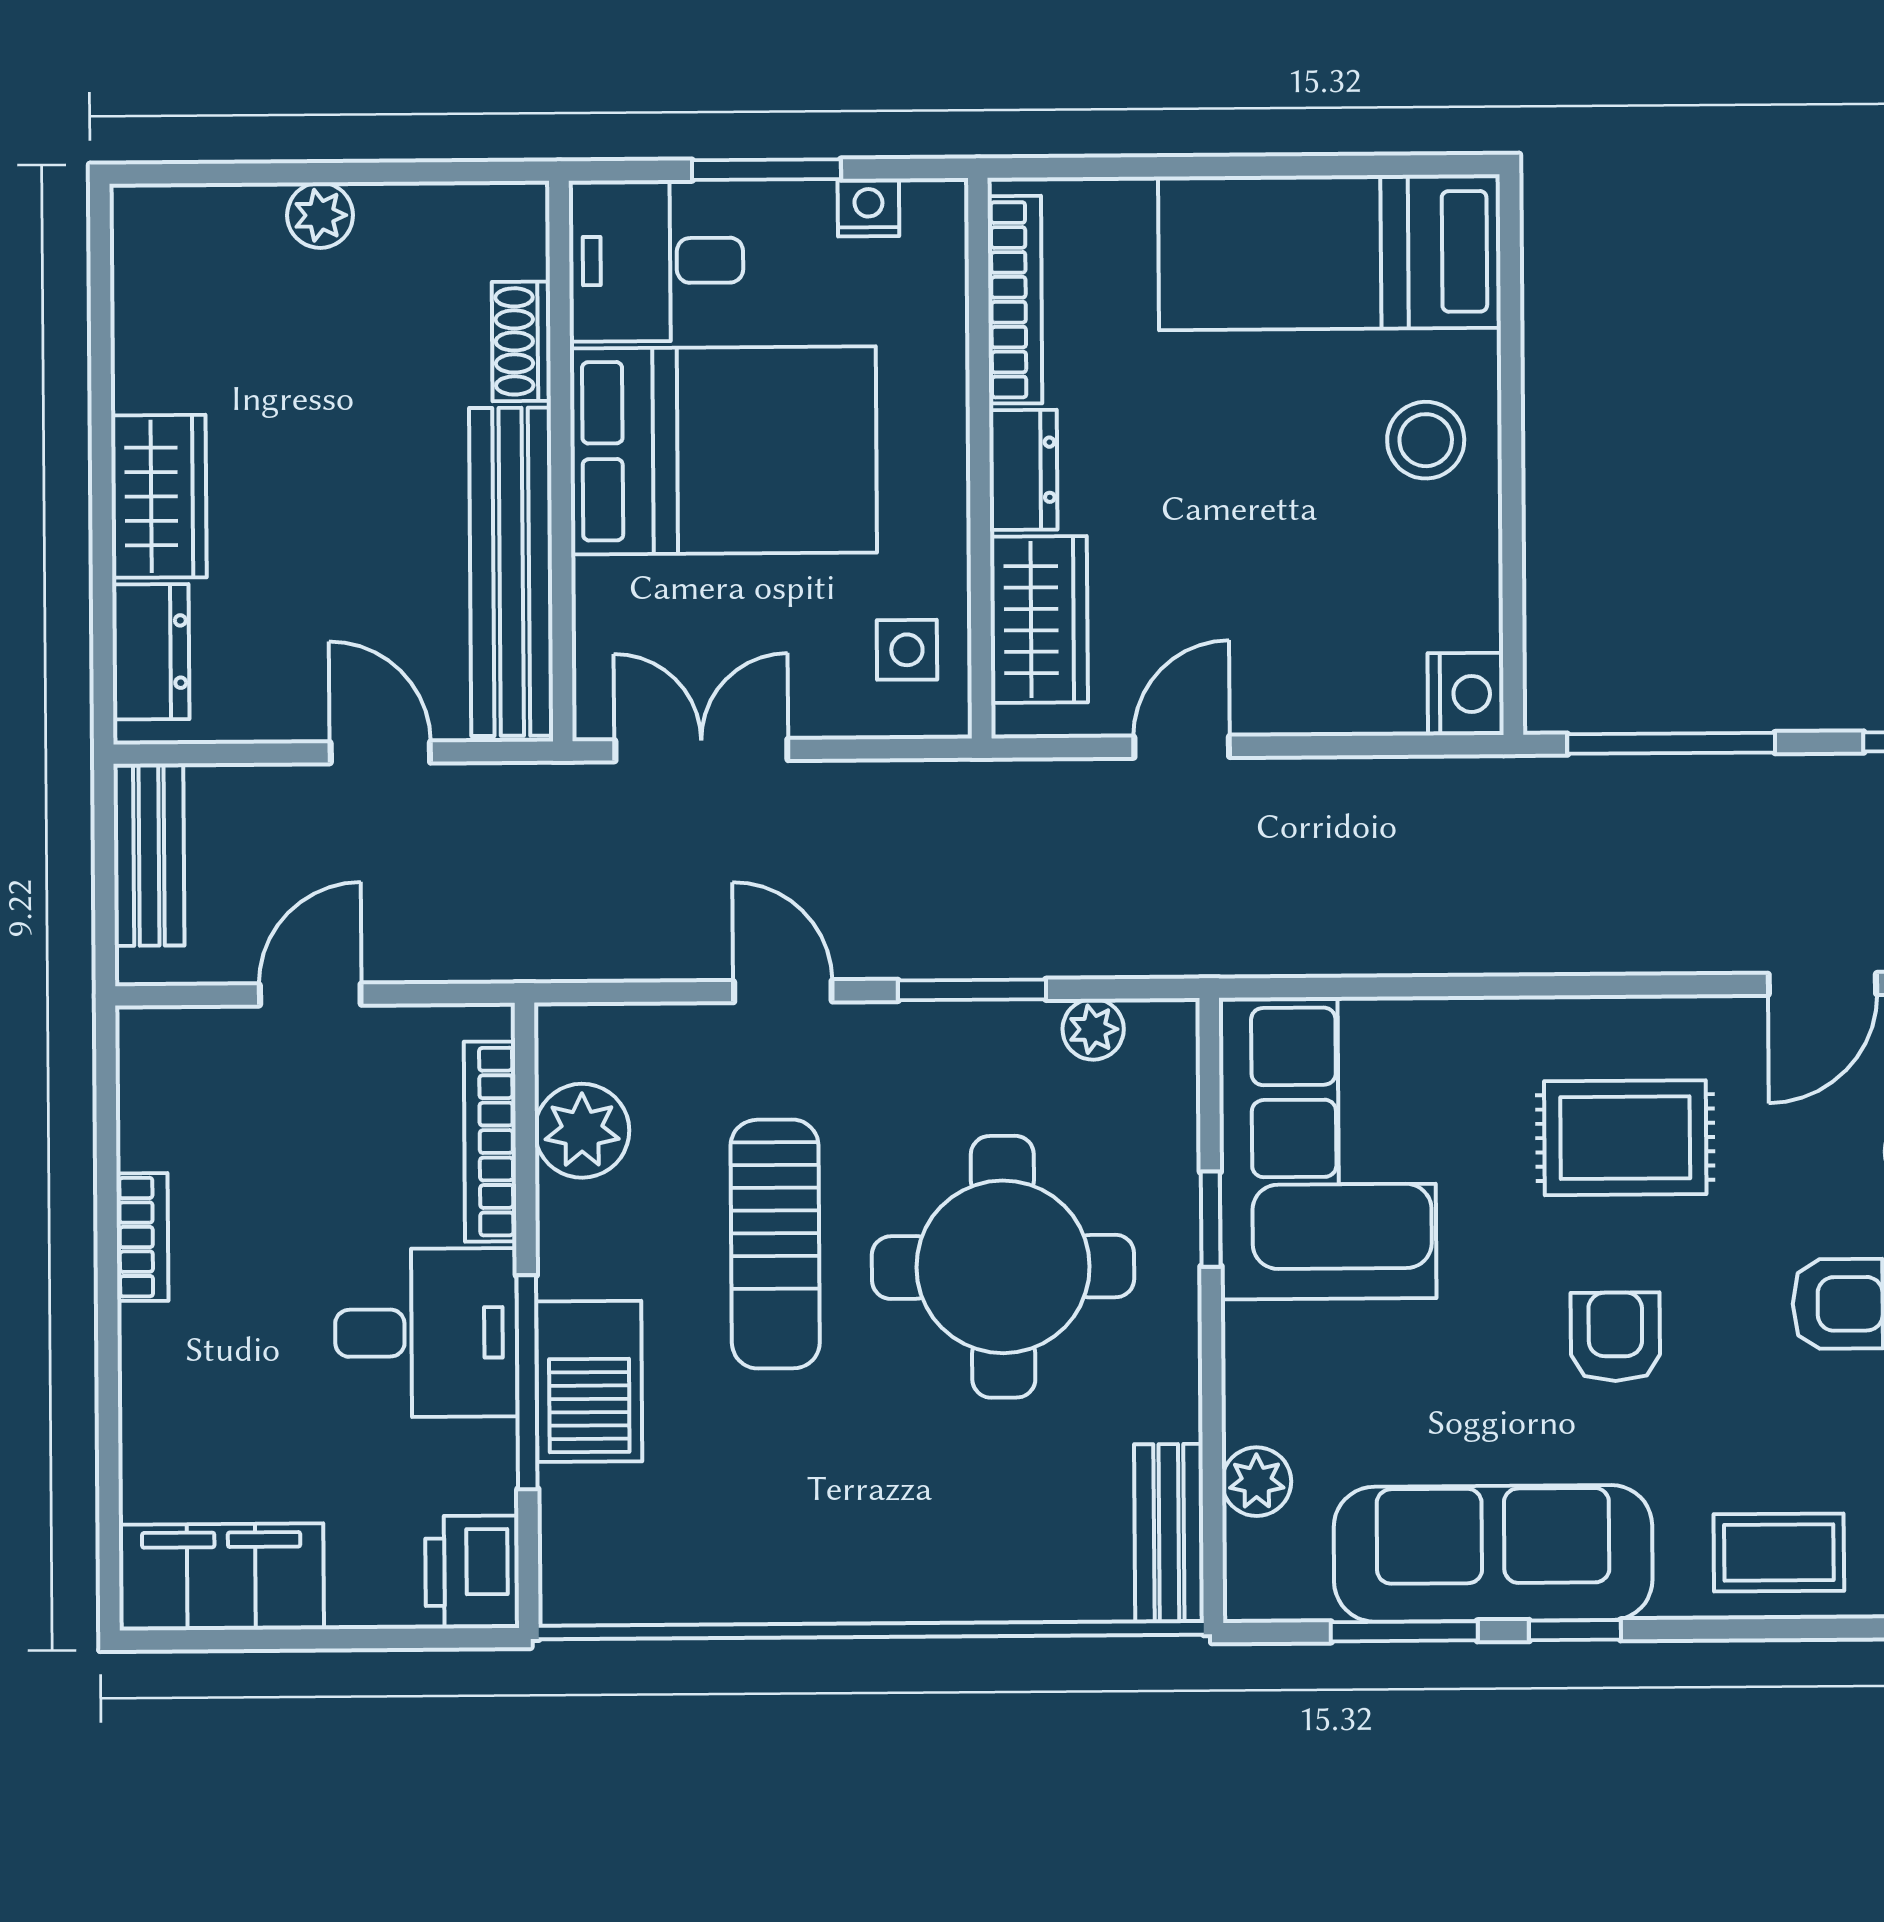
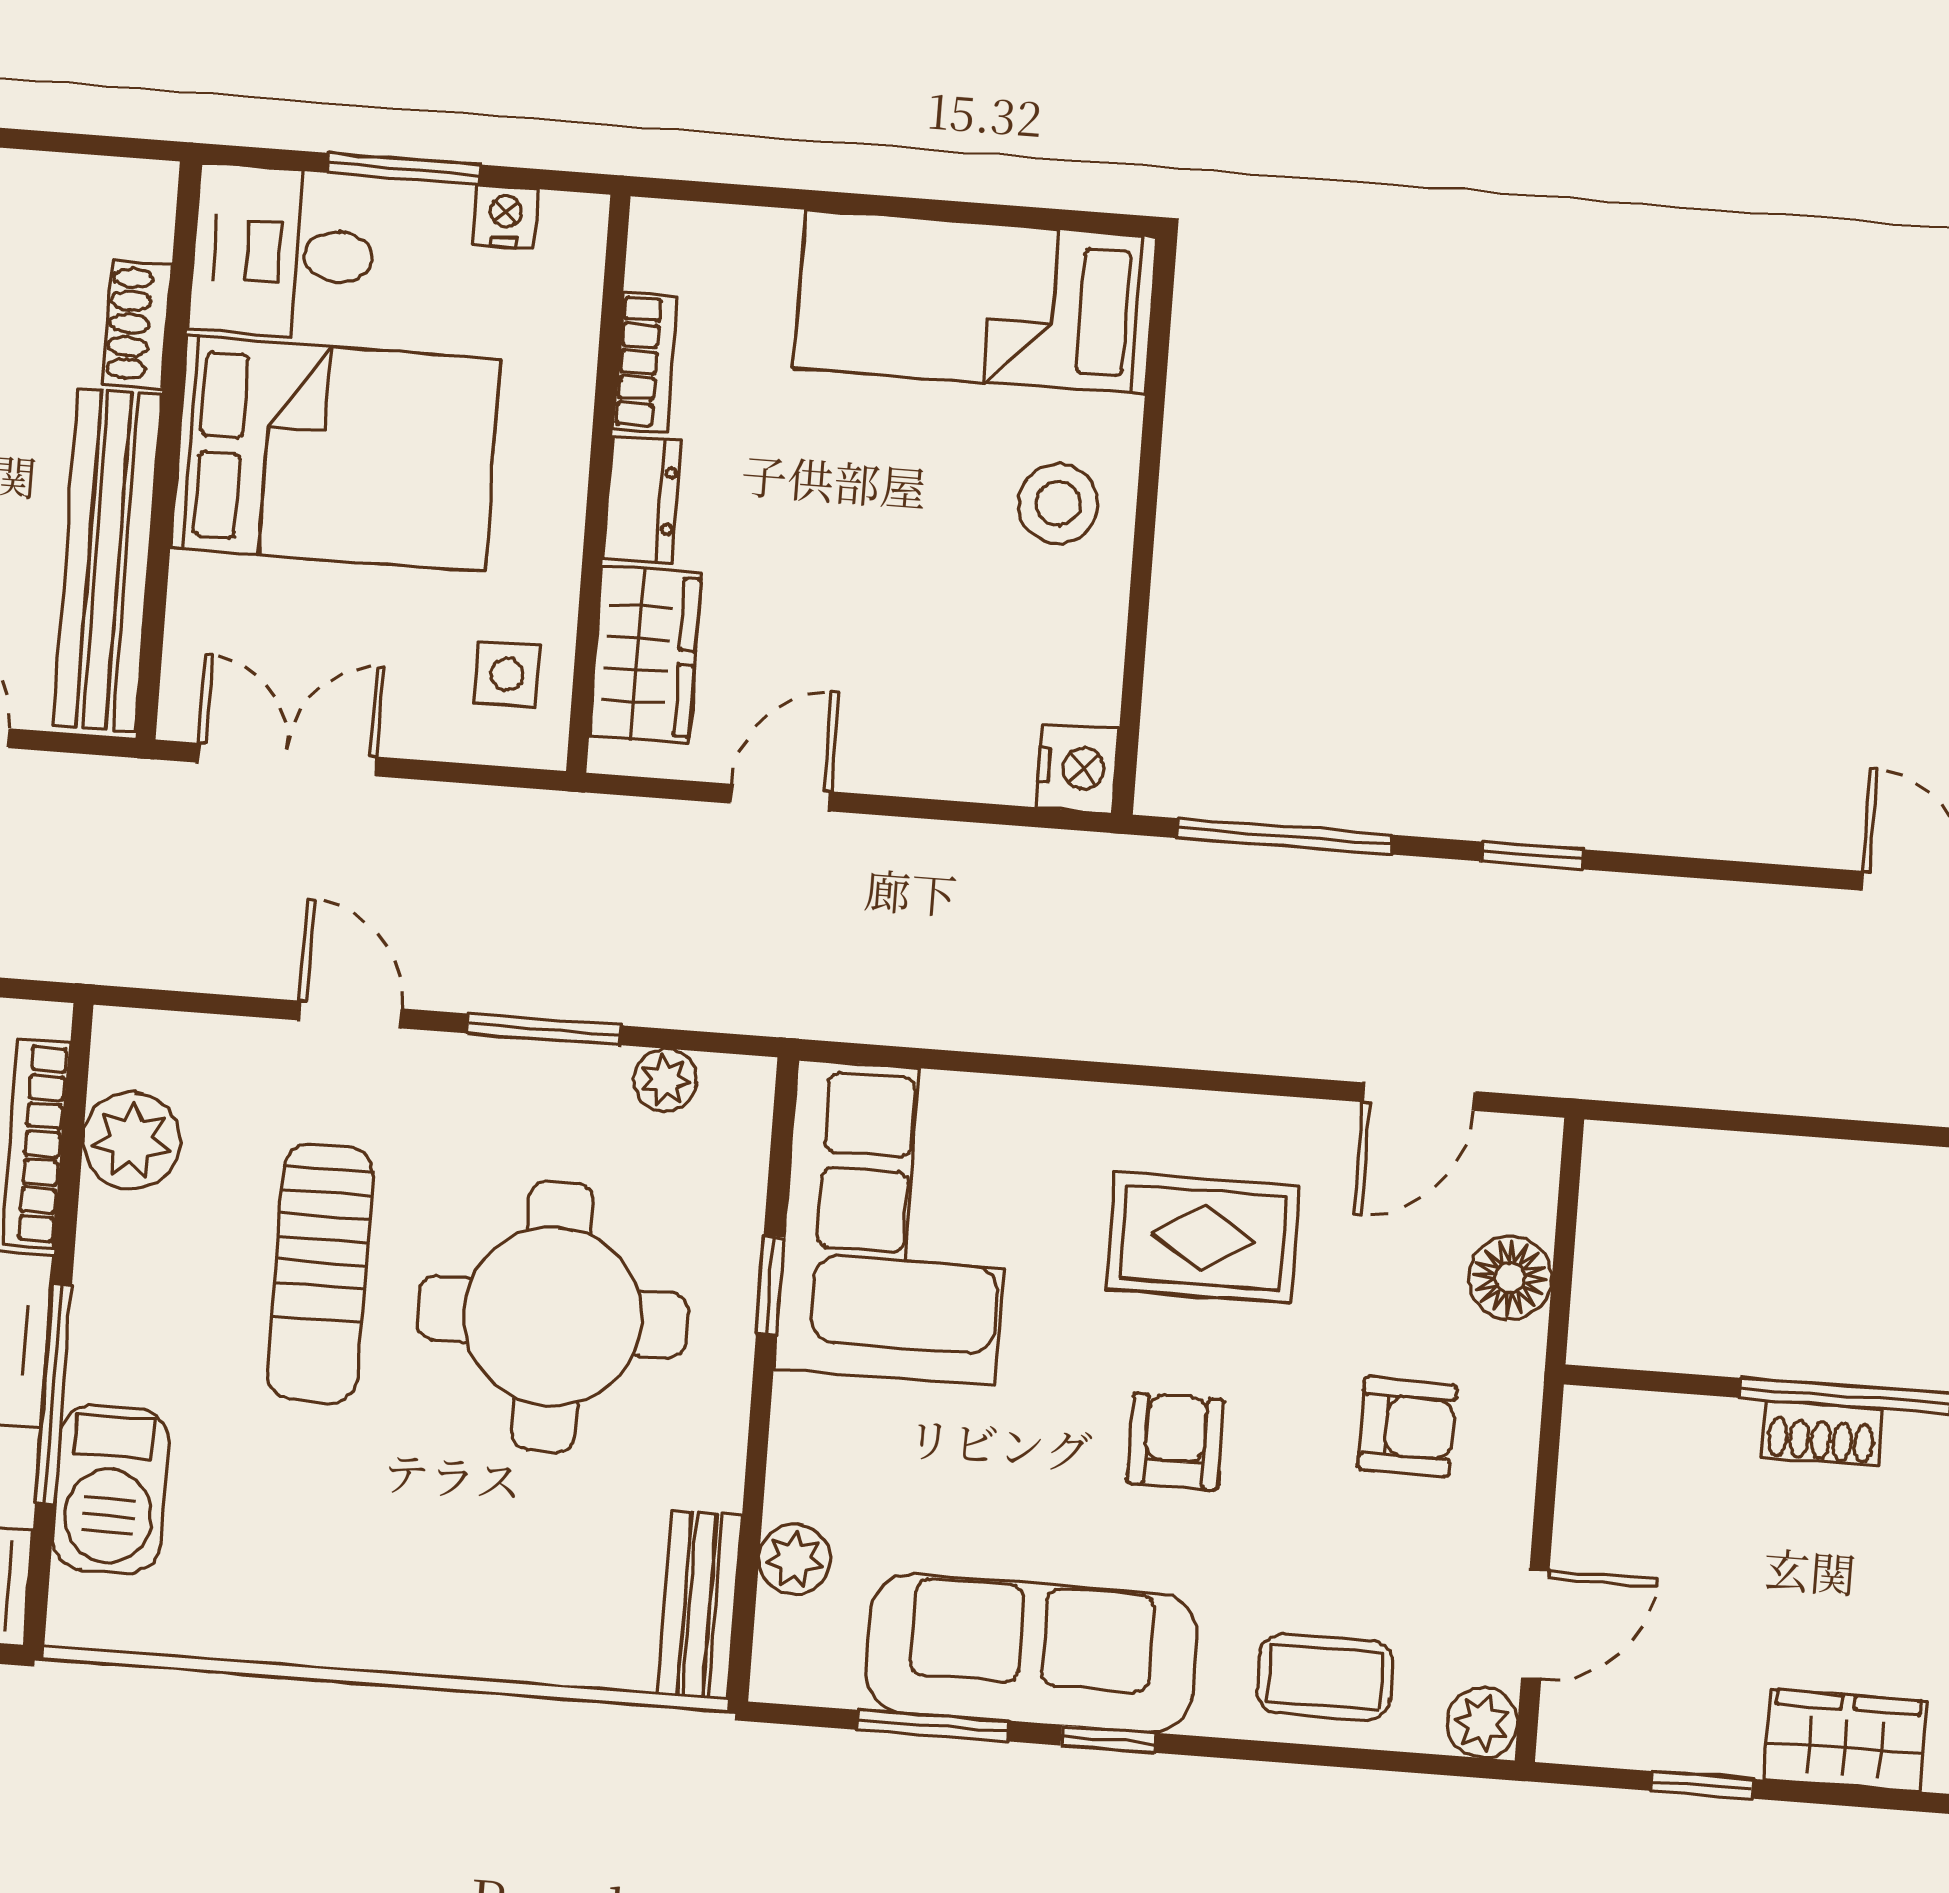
bookcase: (1015, 300) -> (645, 362), width x0.64
barbecue: (589, 1381) -> (110, 1489), moved

